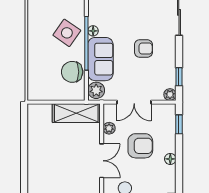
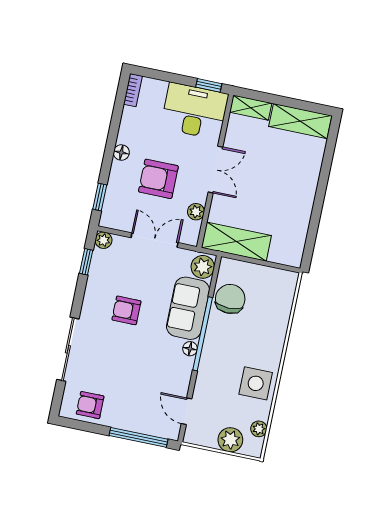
side table: (67, 33) -> (256, 383), moved, turned -35
chair: (72, 72) -> (230, 299), turned -90
double door: (102, 161) -> (215, 170), swing flipped

